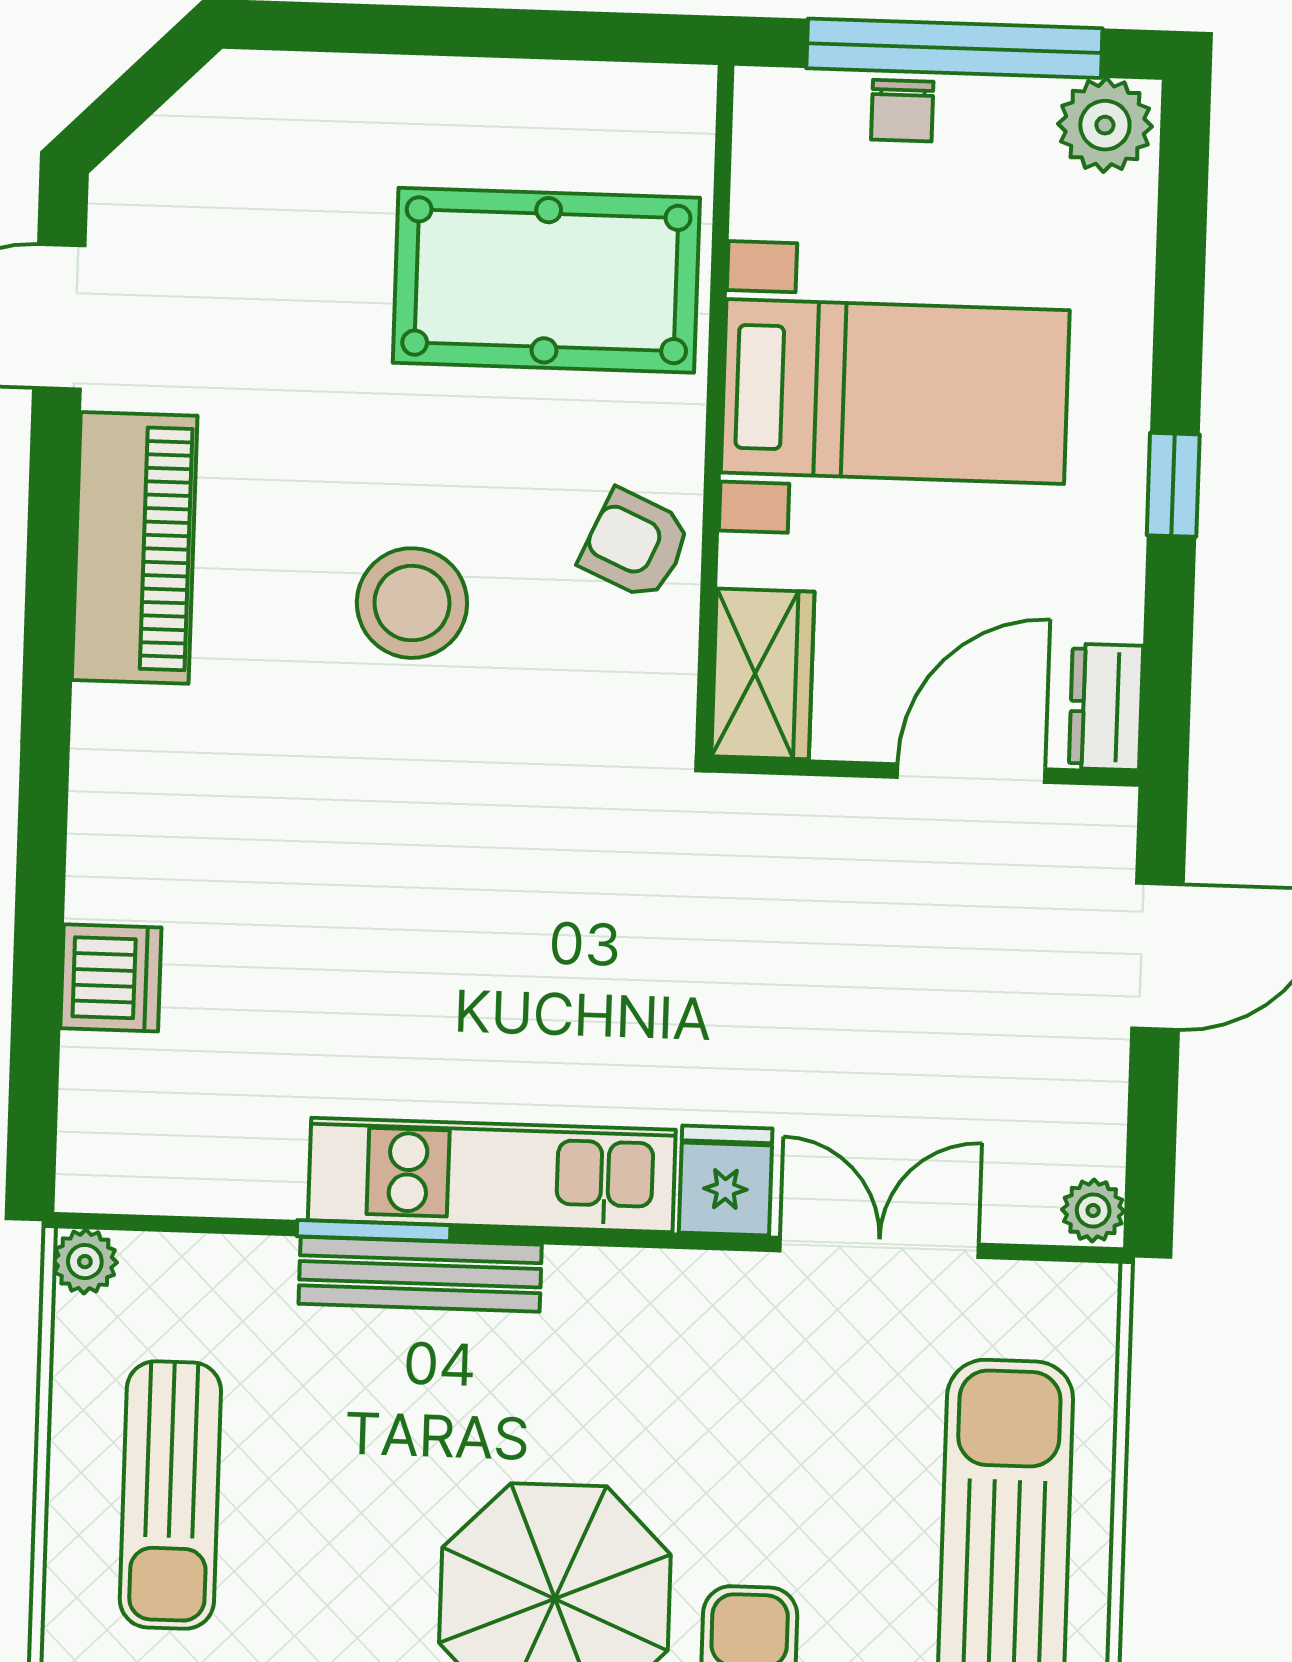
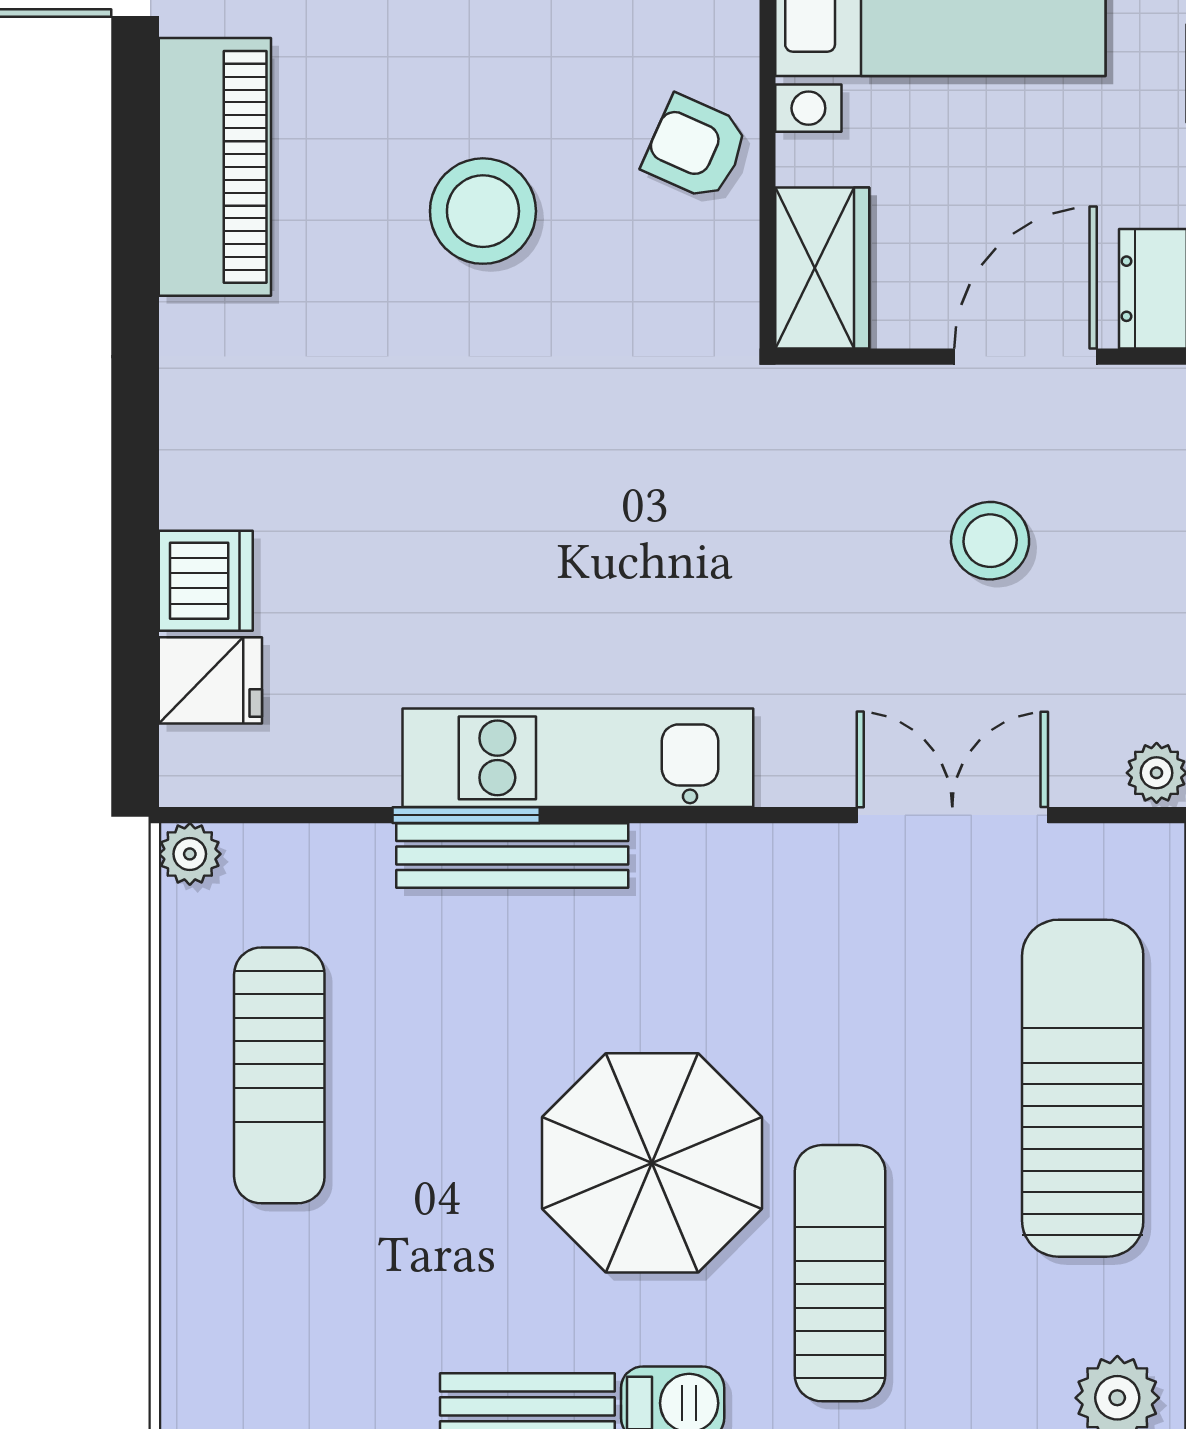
stool: (928, 963) -> (990, 541), added
fridge: (726, 1180) -> (210, 680), moved, turned 90

